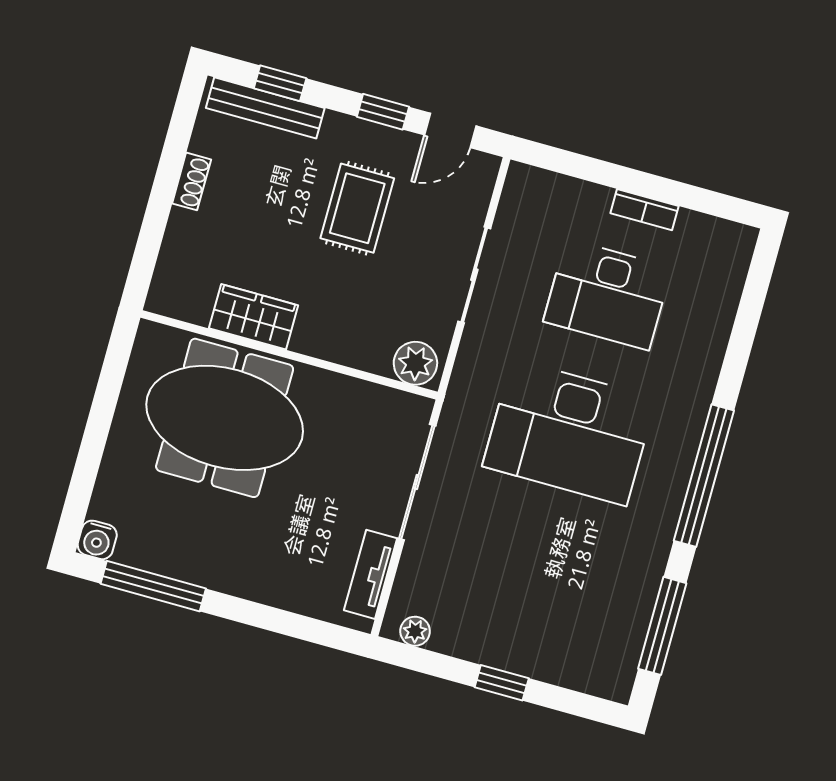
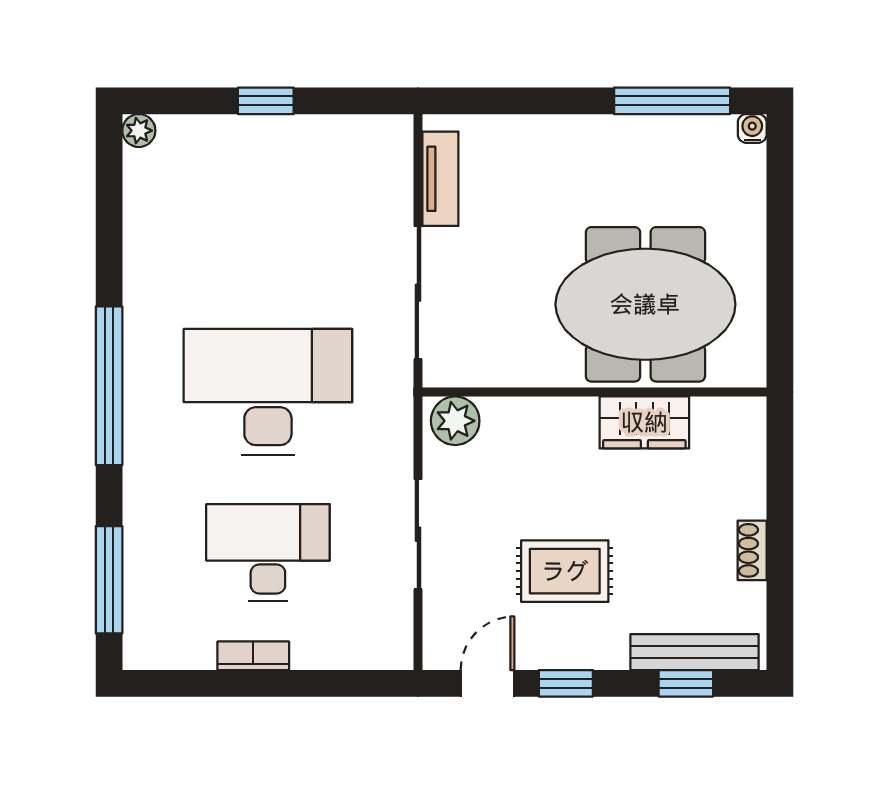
rug: (357, 208) -> (565, 571), turned 90
water cooler: (97, 540) -> (752, 128), width x0.72, depth x0.72
window: (662, 626) -> (109, 580), moved
plant: (415, 631) -> (139, 131), moved

